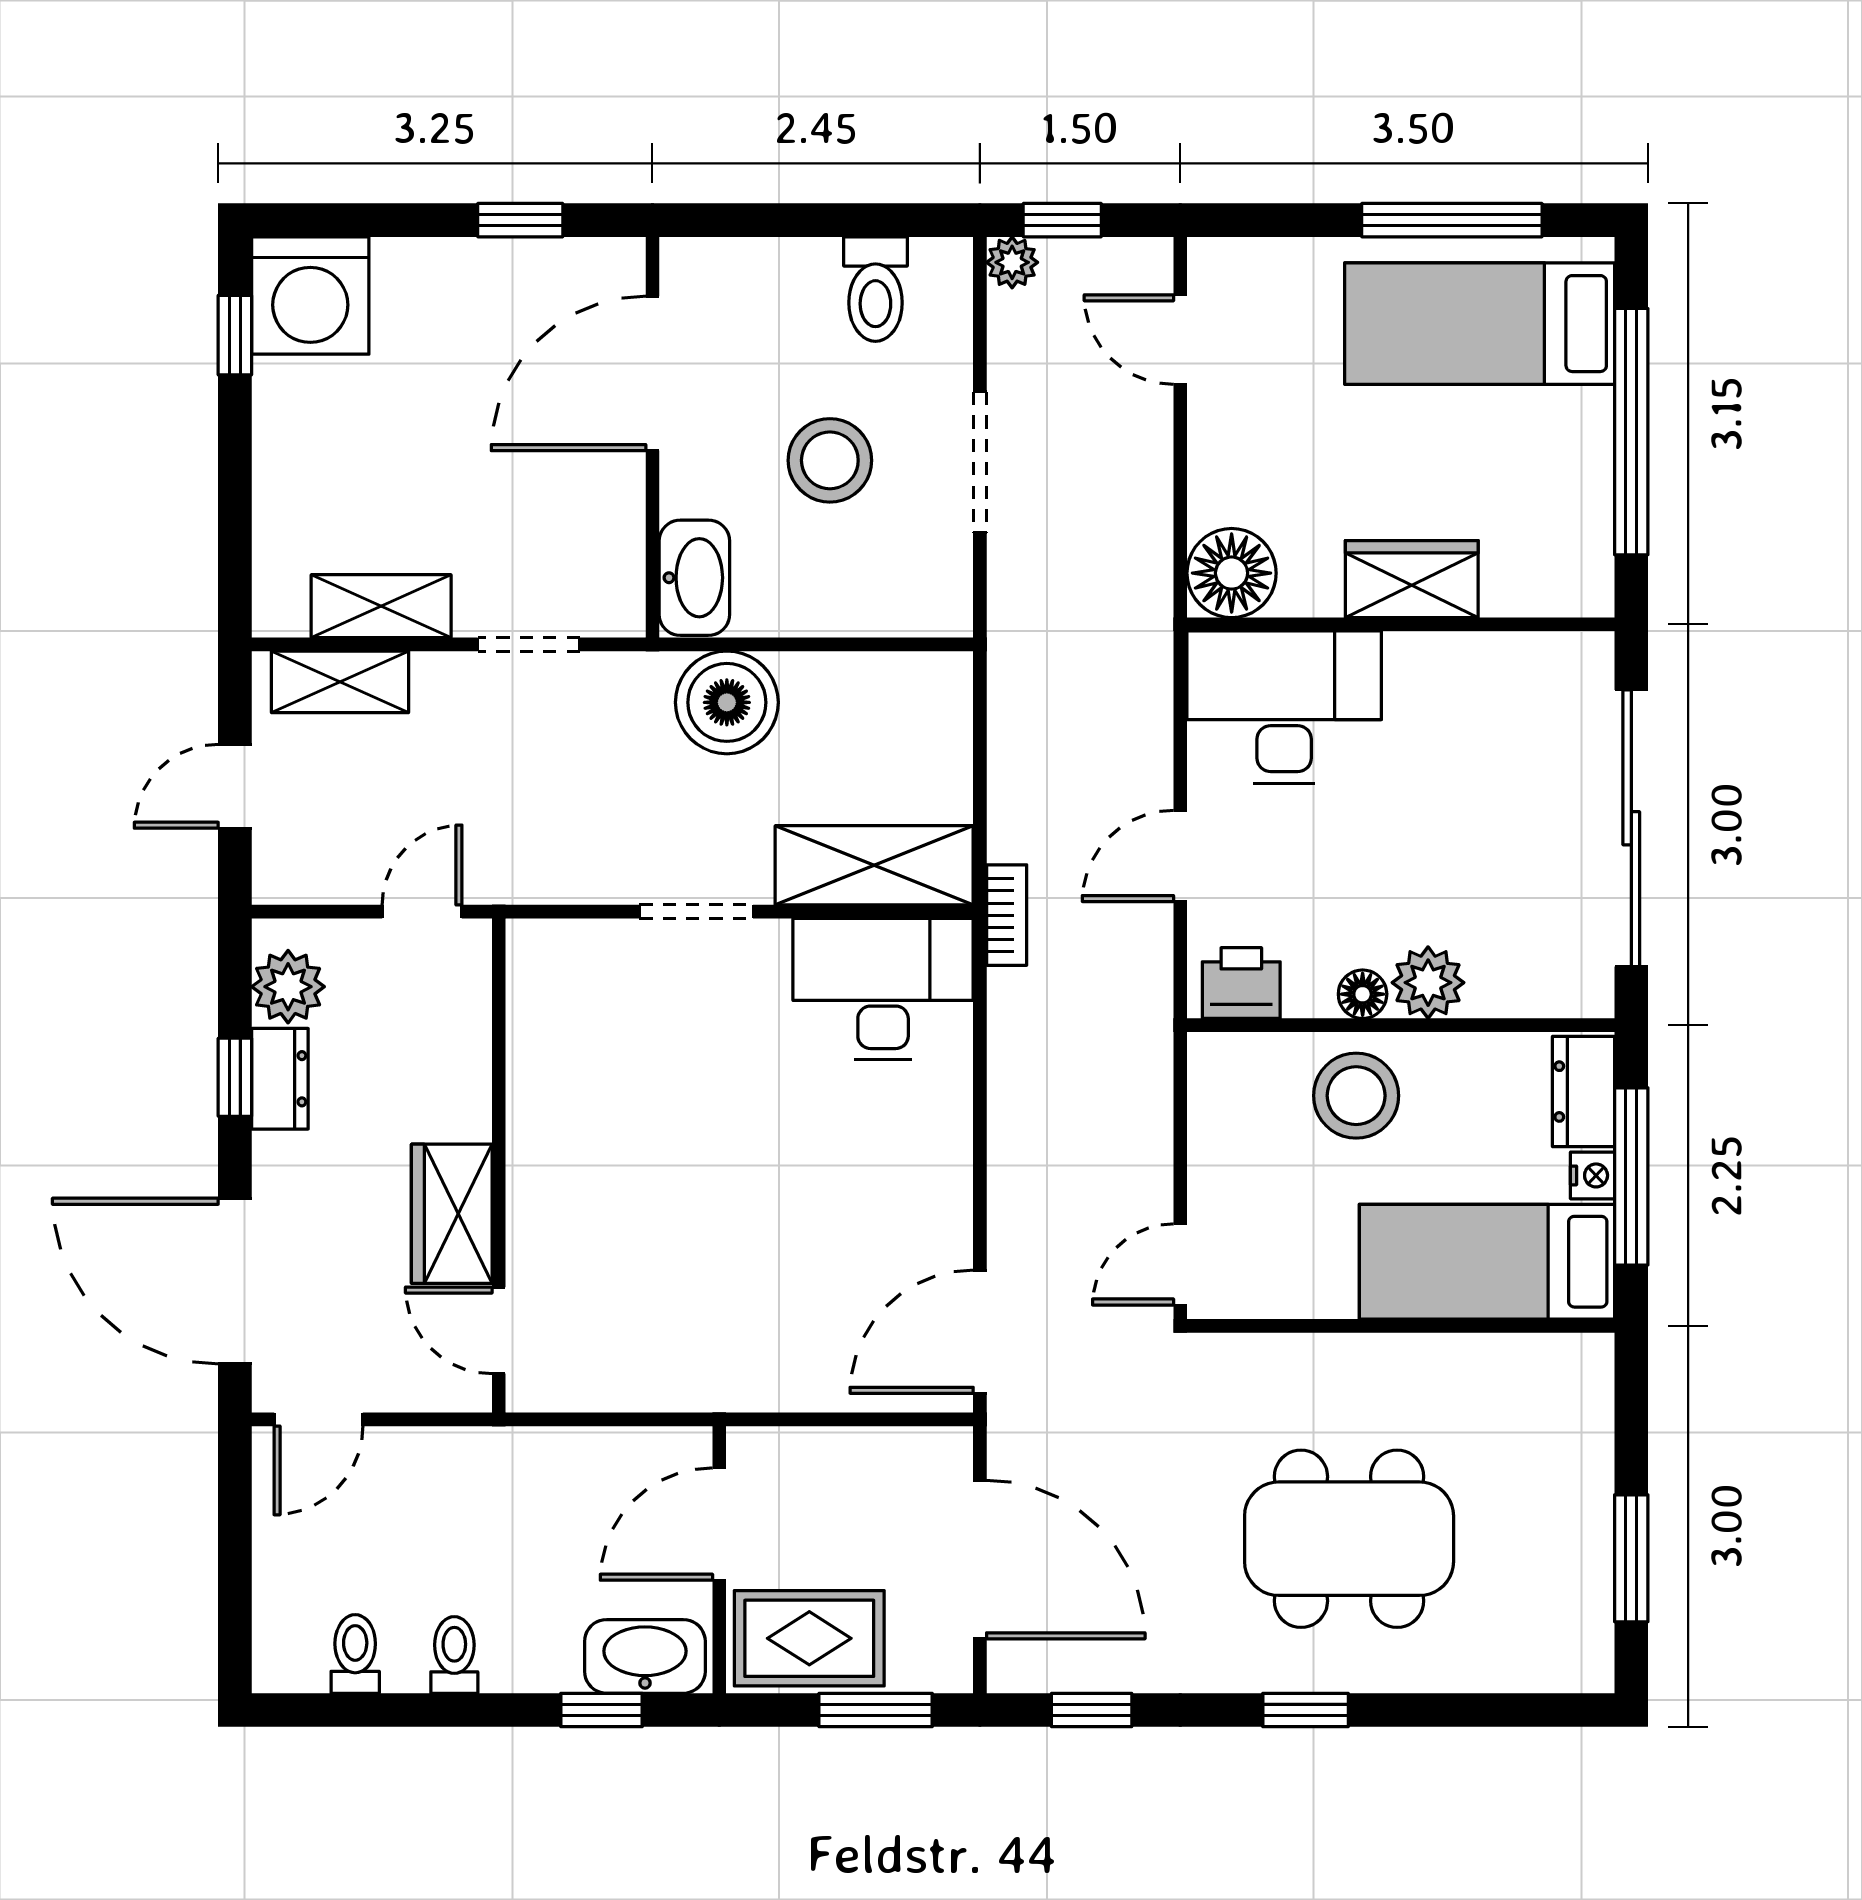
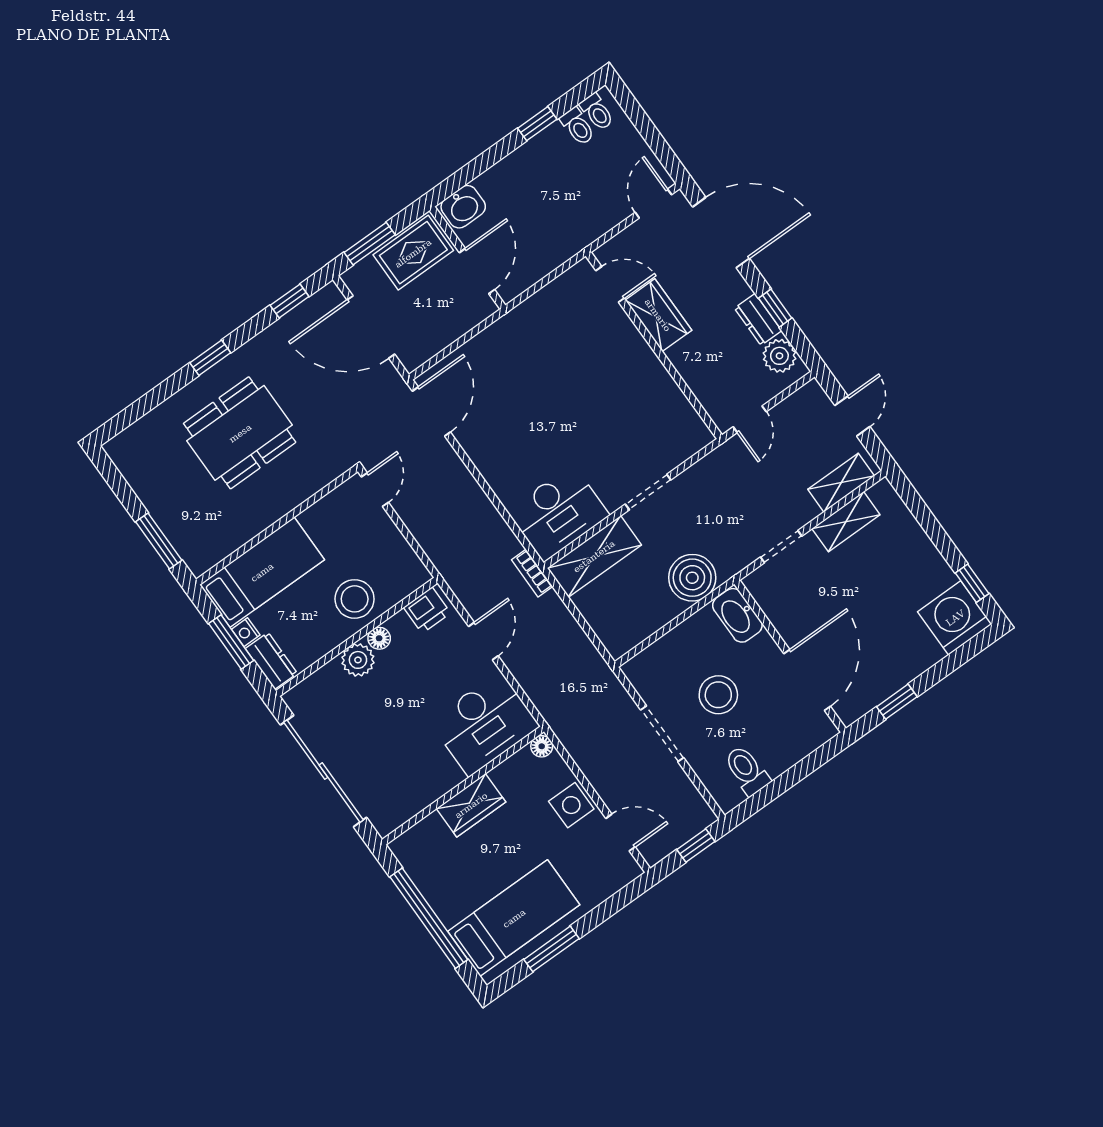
window: (1452, 220) -> (551, 949), width x0.69
plant: (1012, 262) -> (703, 817), removed
side table: (1233, 451) -> (571, 805), added
floor lamp: (1232, 573) -> (542, 746), width x0.53, depth x0.53
window: (1631, 1176) -> (231, 642), width x0.69
window: (1631, 1558) -> (159, 541), moved
toilet: (454, 1655) -> (597, 112), moved
washbasin: (645, 1656) -> (463, 207), width x0.72
window: (601, 1710) -> (537, 124), moved

